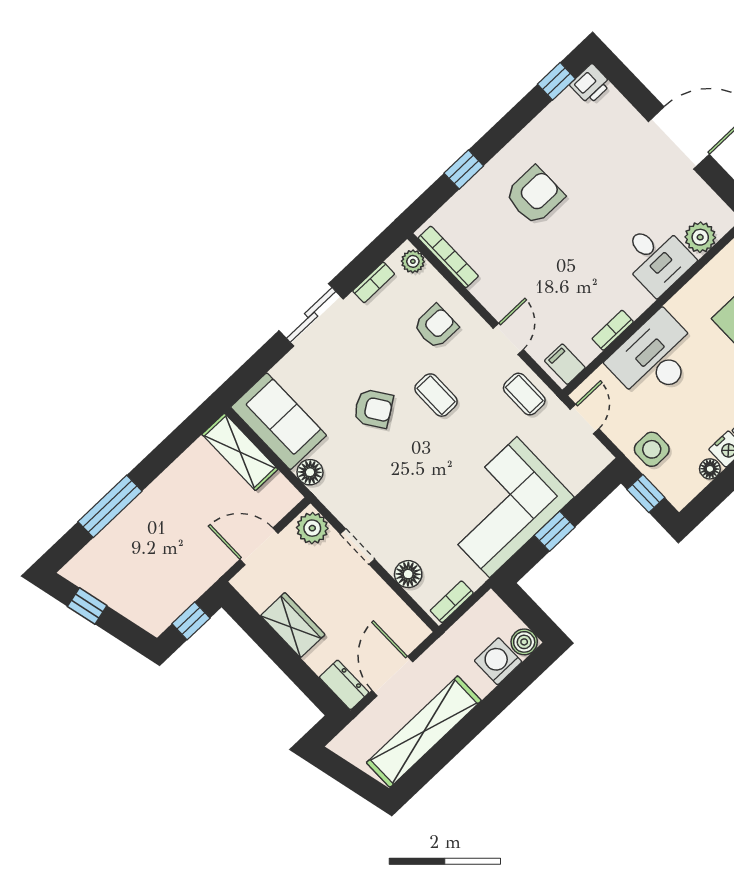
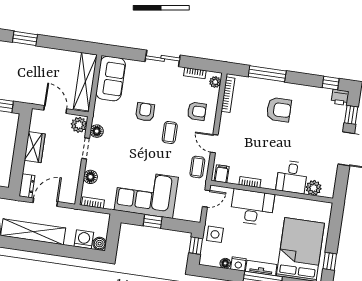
window: (632, 88) -> (351, 115), added
window: (464, 169) -> (267, 74), width x2.17
door: (508, 339) -> (214, 144), swing flipped
armchair: (373, 408) -> (145, 112), turned -146
shelving: (240, 452) -> (85, 82), width x1.47
floor lamp: (310, 472) -> (97, 131), moved
window: (110, 506) -> (25, 38), width x0.69

